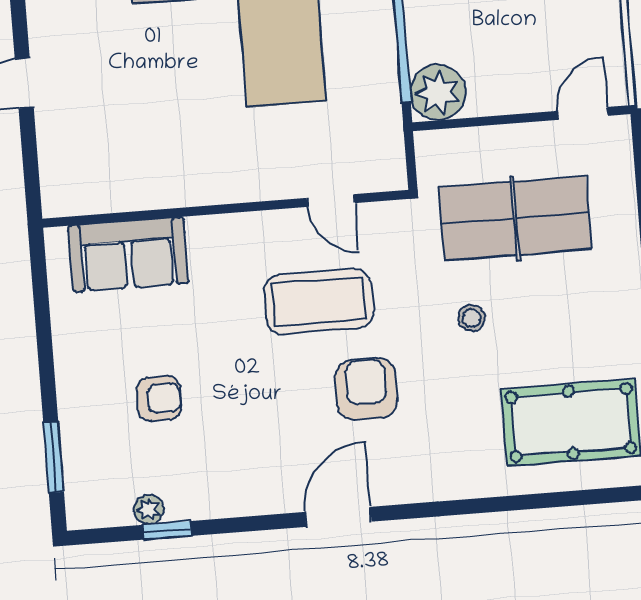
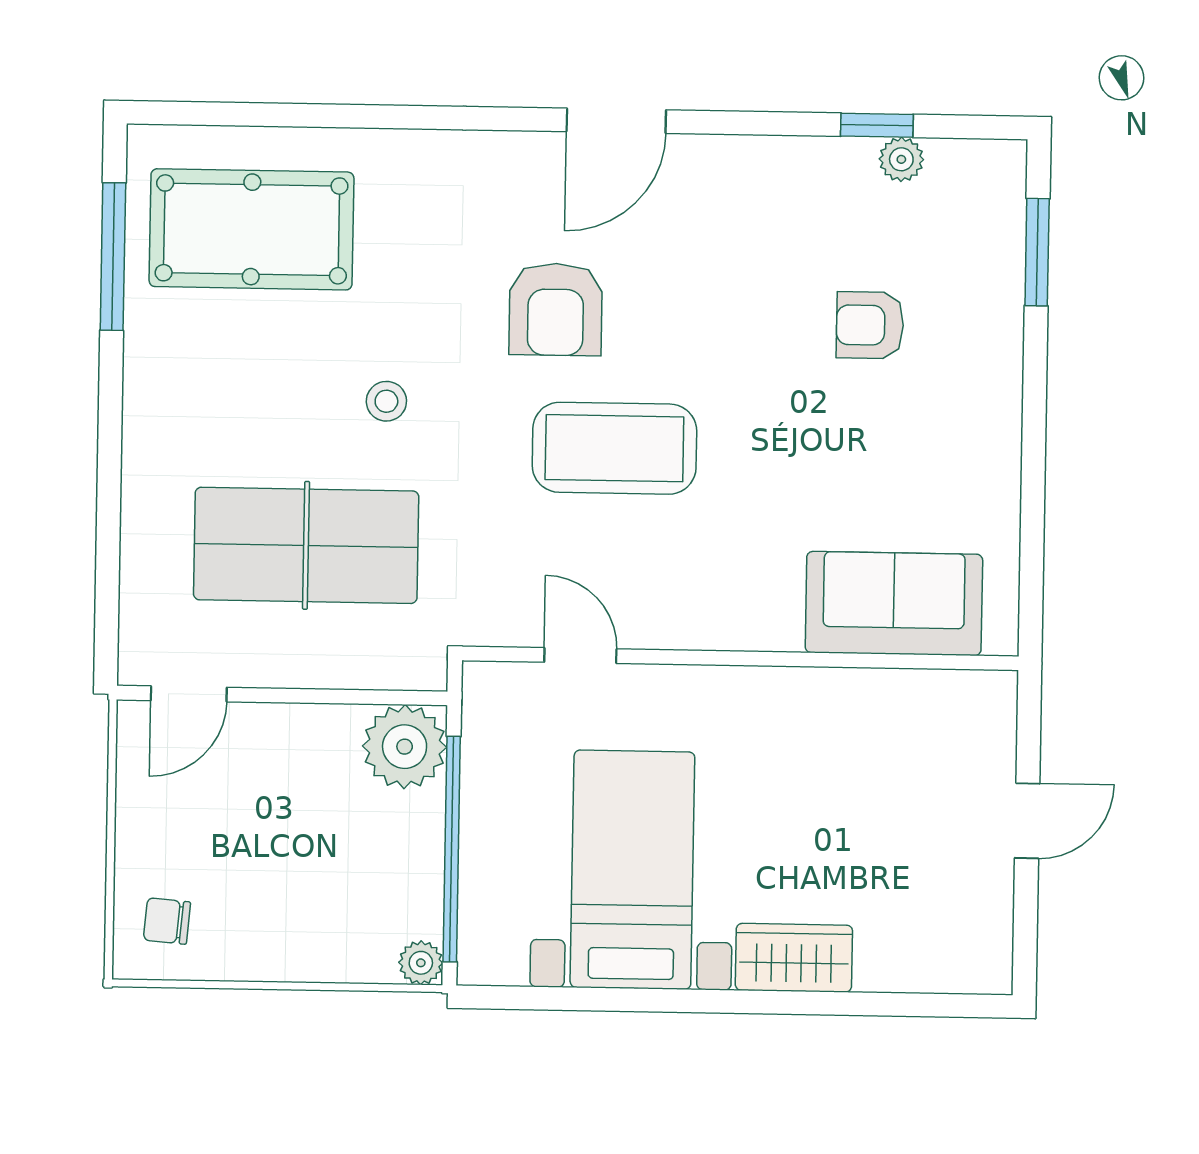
door: (331, 200) -> (580, 656), moved
wall: (226, 209) -> (740, 658), moved
sofa: (128, 255) -> (894, 603), moved

